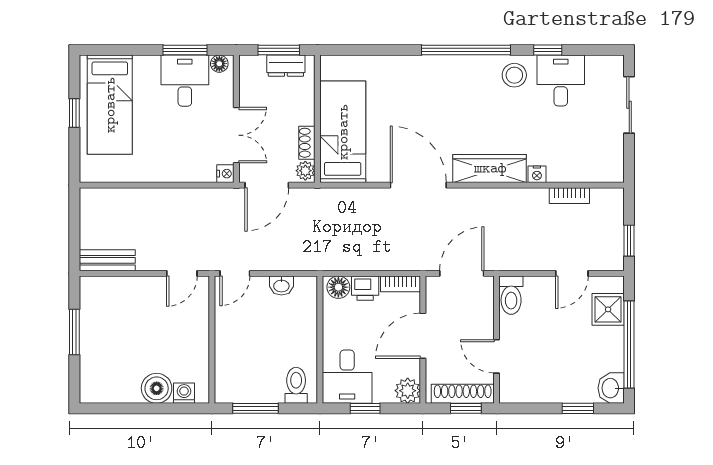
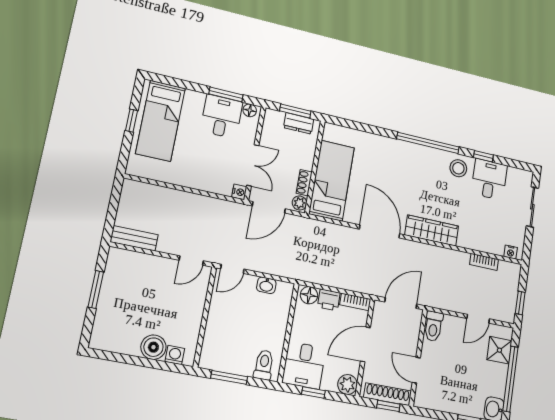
nightstand: (537, 174) -> (511, 252), moved

